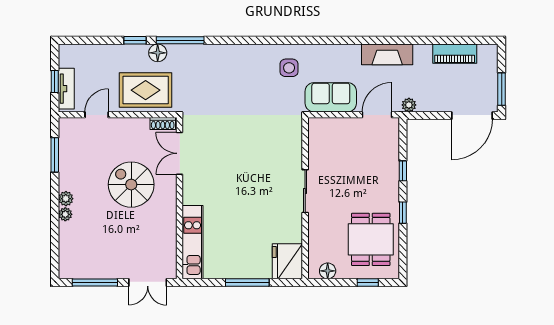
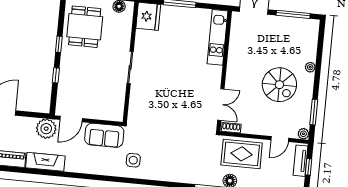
fireplace: (387, 54) -> (45, 162), moved
plant: (409, 105) -> (46, 129), width x1.88, depth x1.88
spiral stairs: (131, 185) -> (279, 85), moved
plant: (66, 199) -> (303, 134), moved

